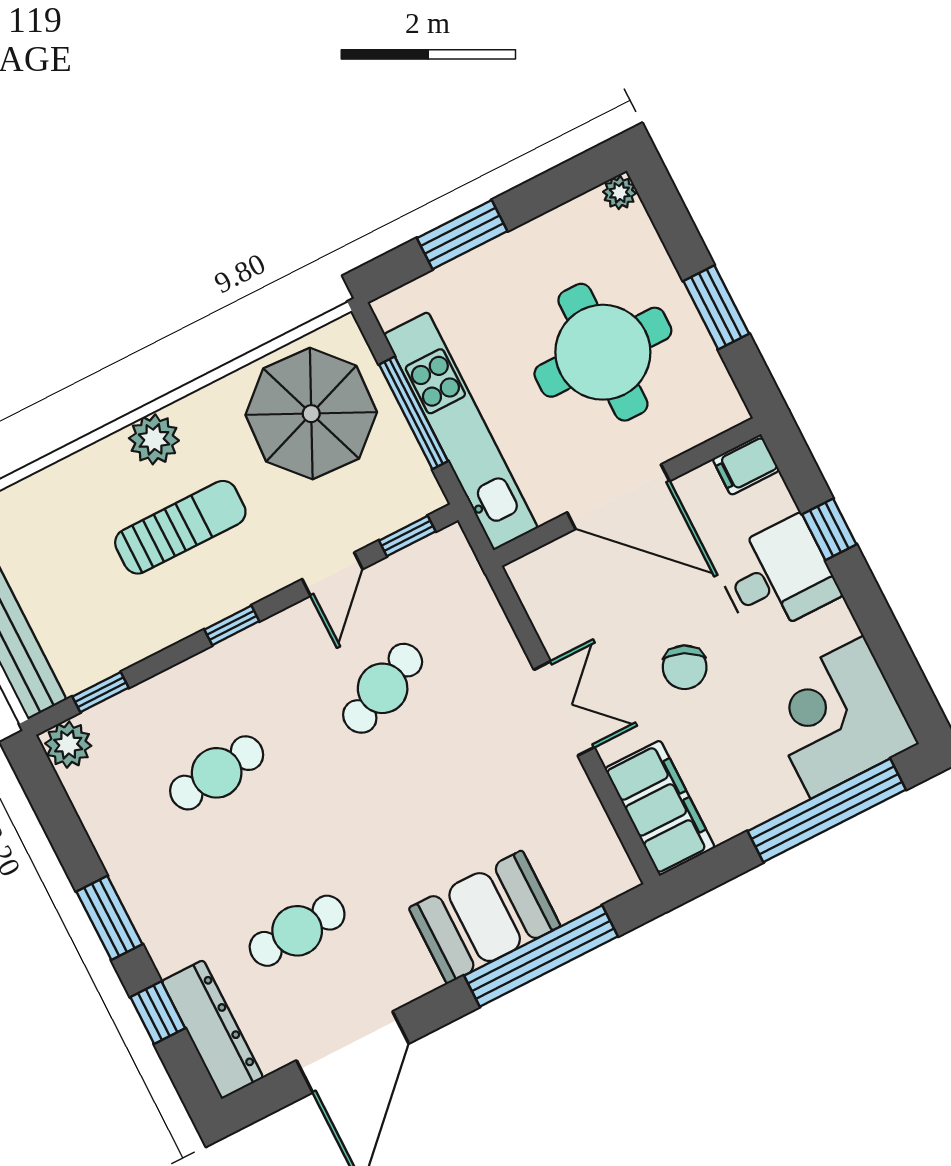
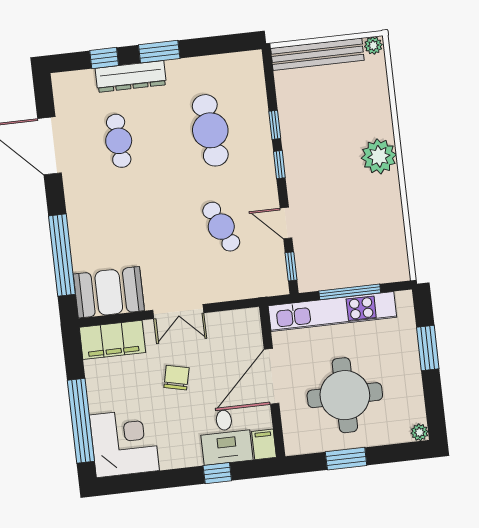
parasol: (311, 414) -> (368, 242), removed
plant: (154, 439) -> (379, 156), width x1.36, depth x1.36
sun lounger: (180, 527) -> (337, 157), removed
desk: (777, 577) -> (226, 437), moved
chair: (685, 667) -> (176, 378), turned 78
window: (101, 692) -> (275, 125), moved
plant: (68, 745) -> (251, 63), removed
cafe table: (217, 773) -> (210, 130), width x1.37, depth x1.35
booth: (485, 917) -> (109, 292), moved, turned 90
dresser: (212, 1029) -> (131, 76), moved

